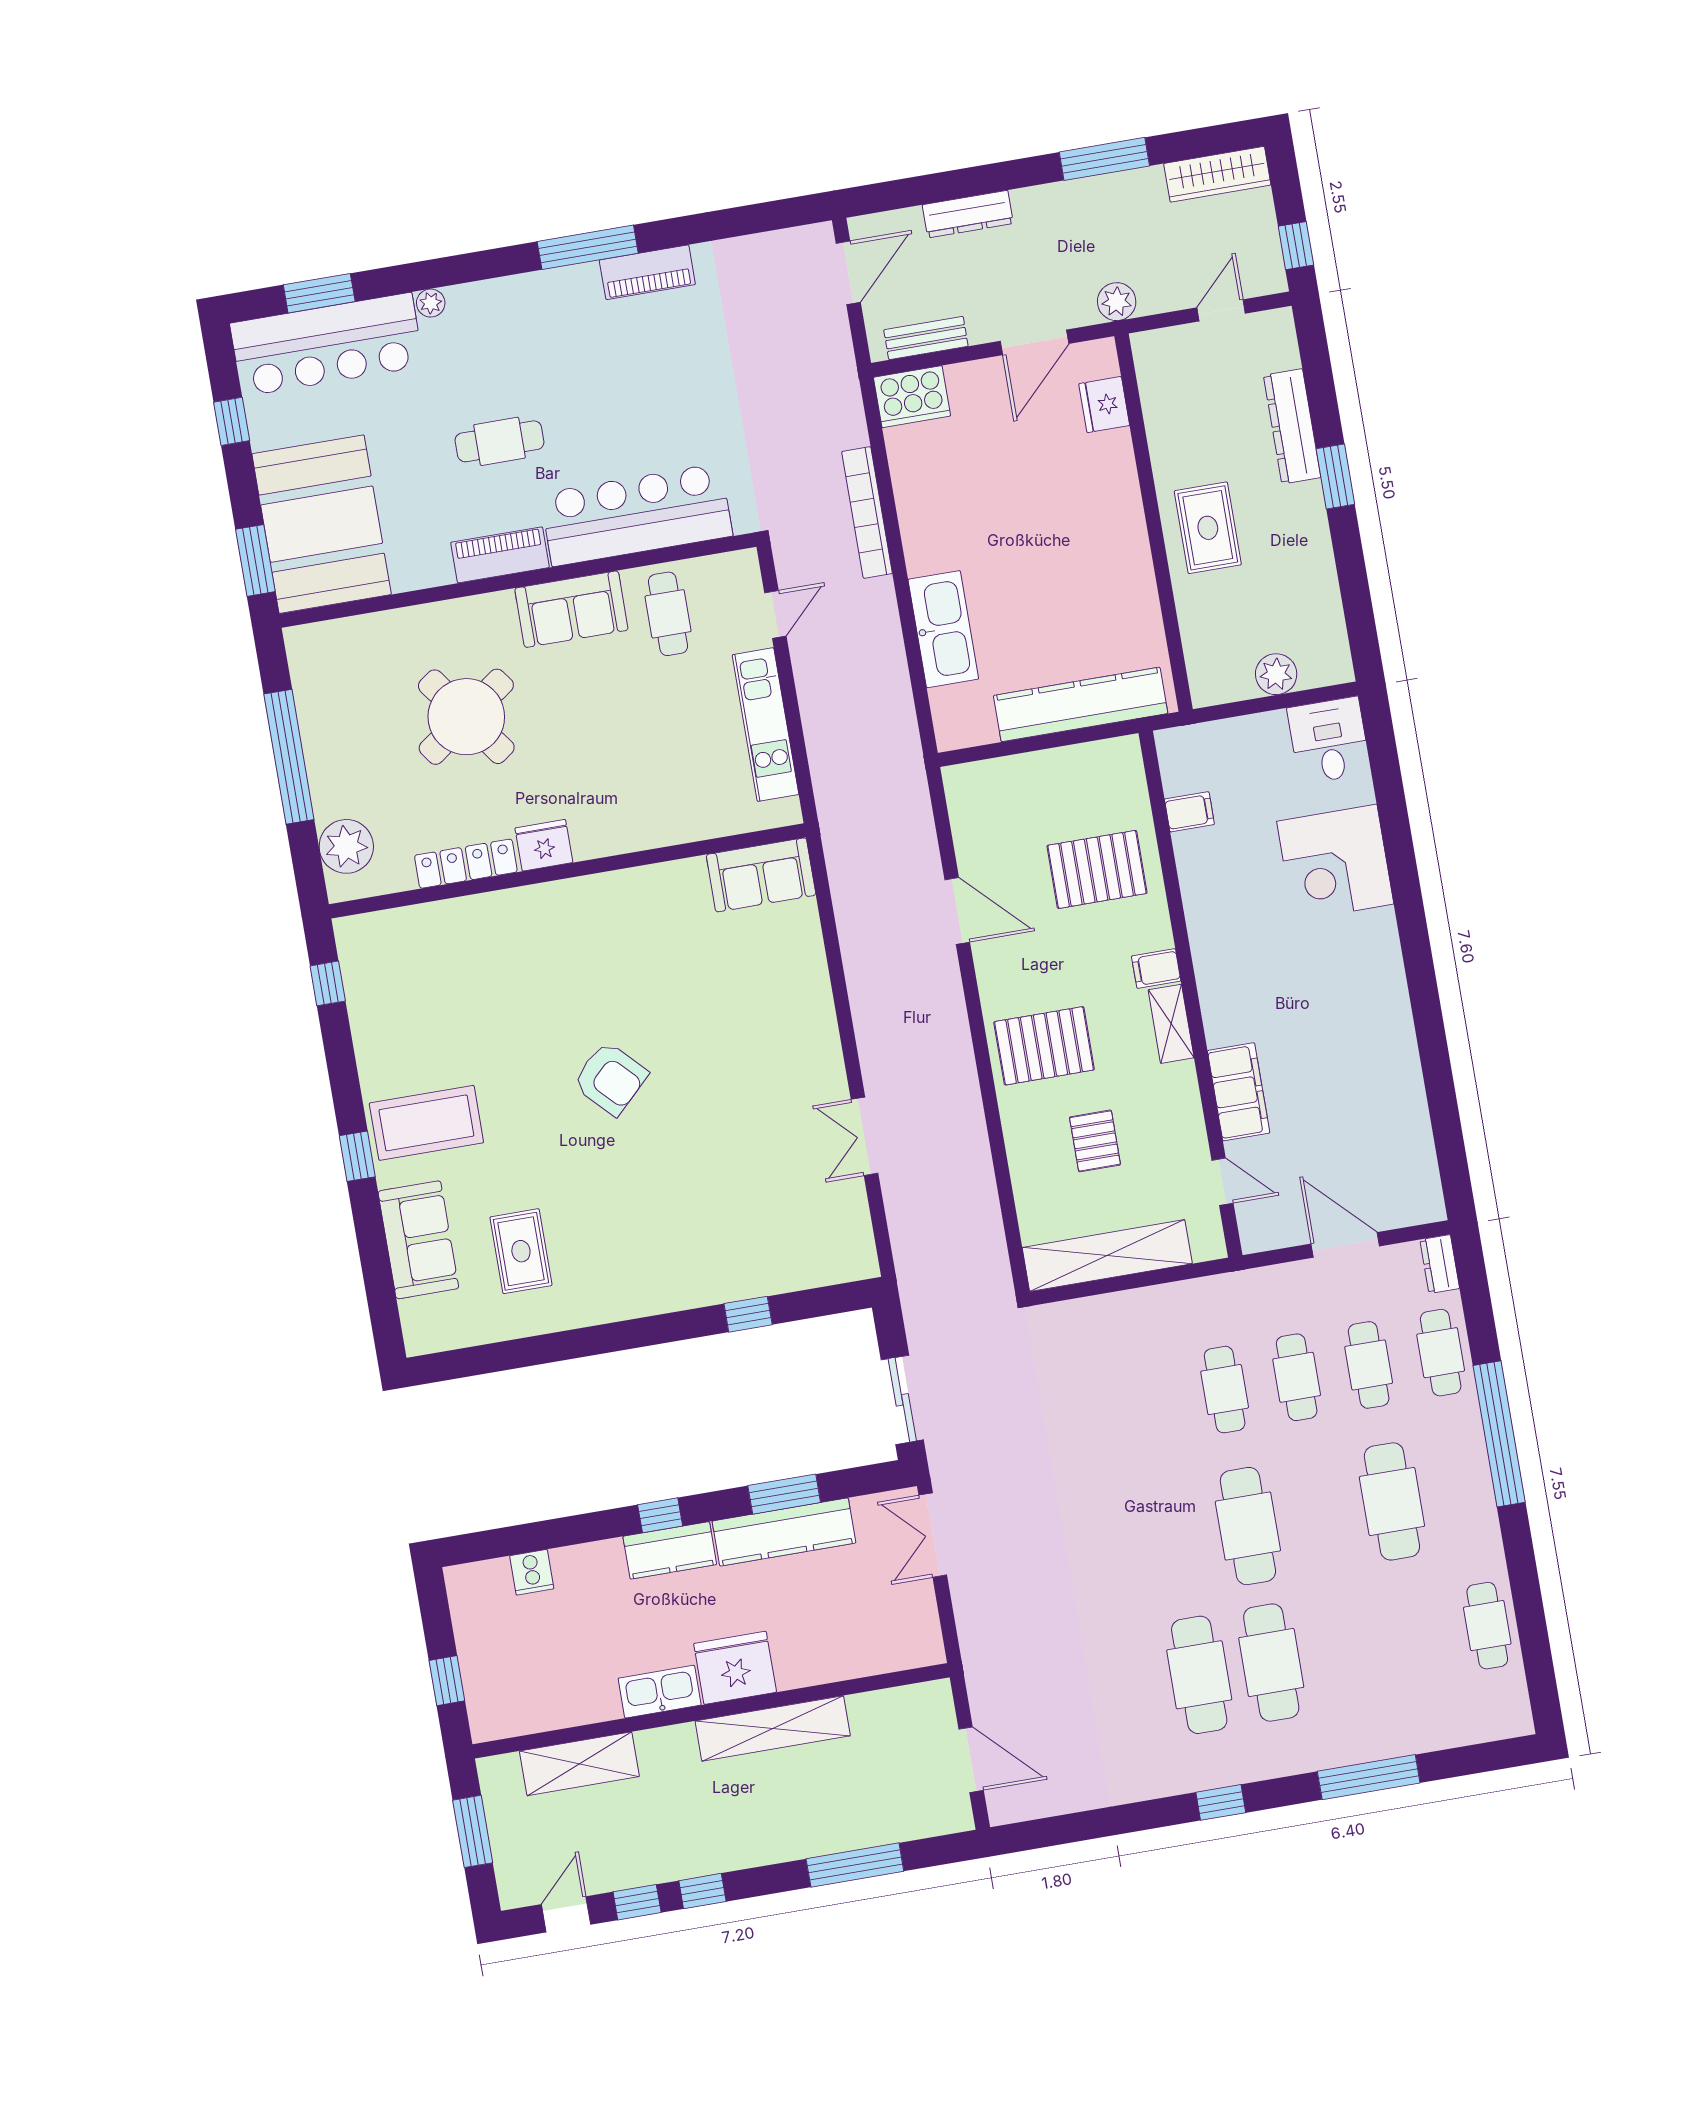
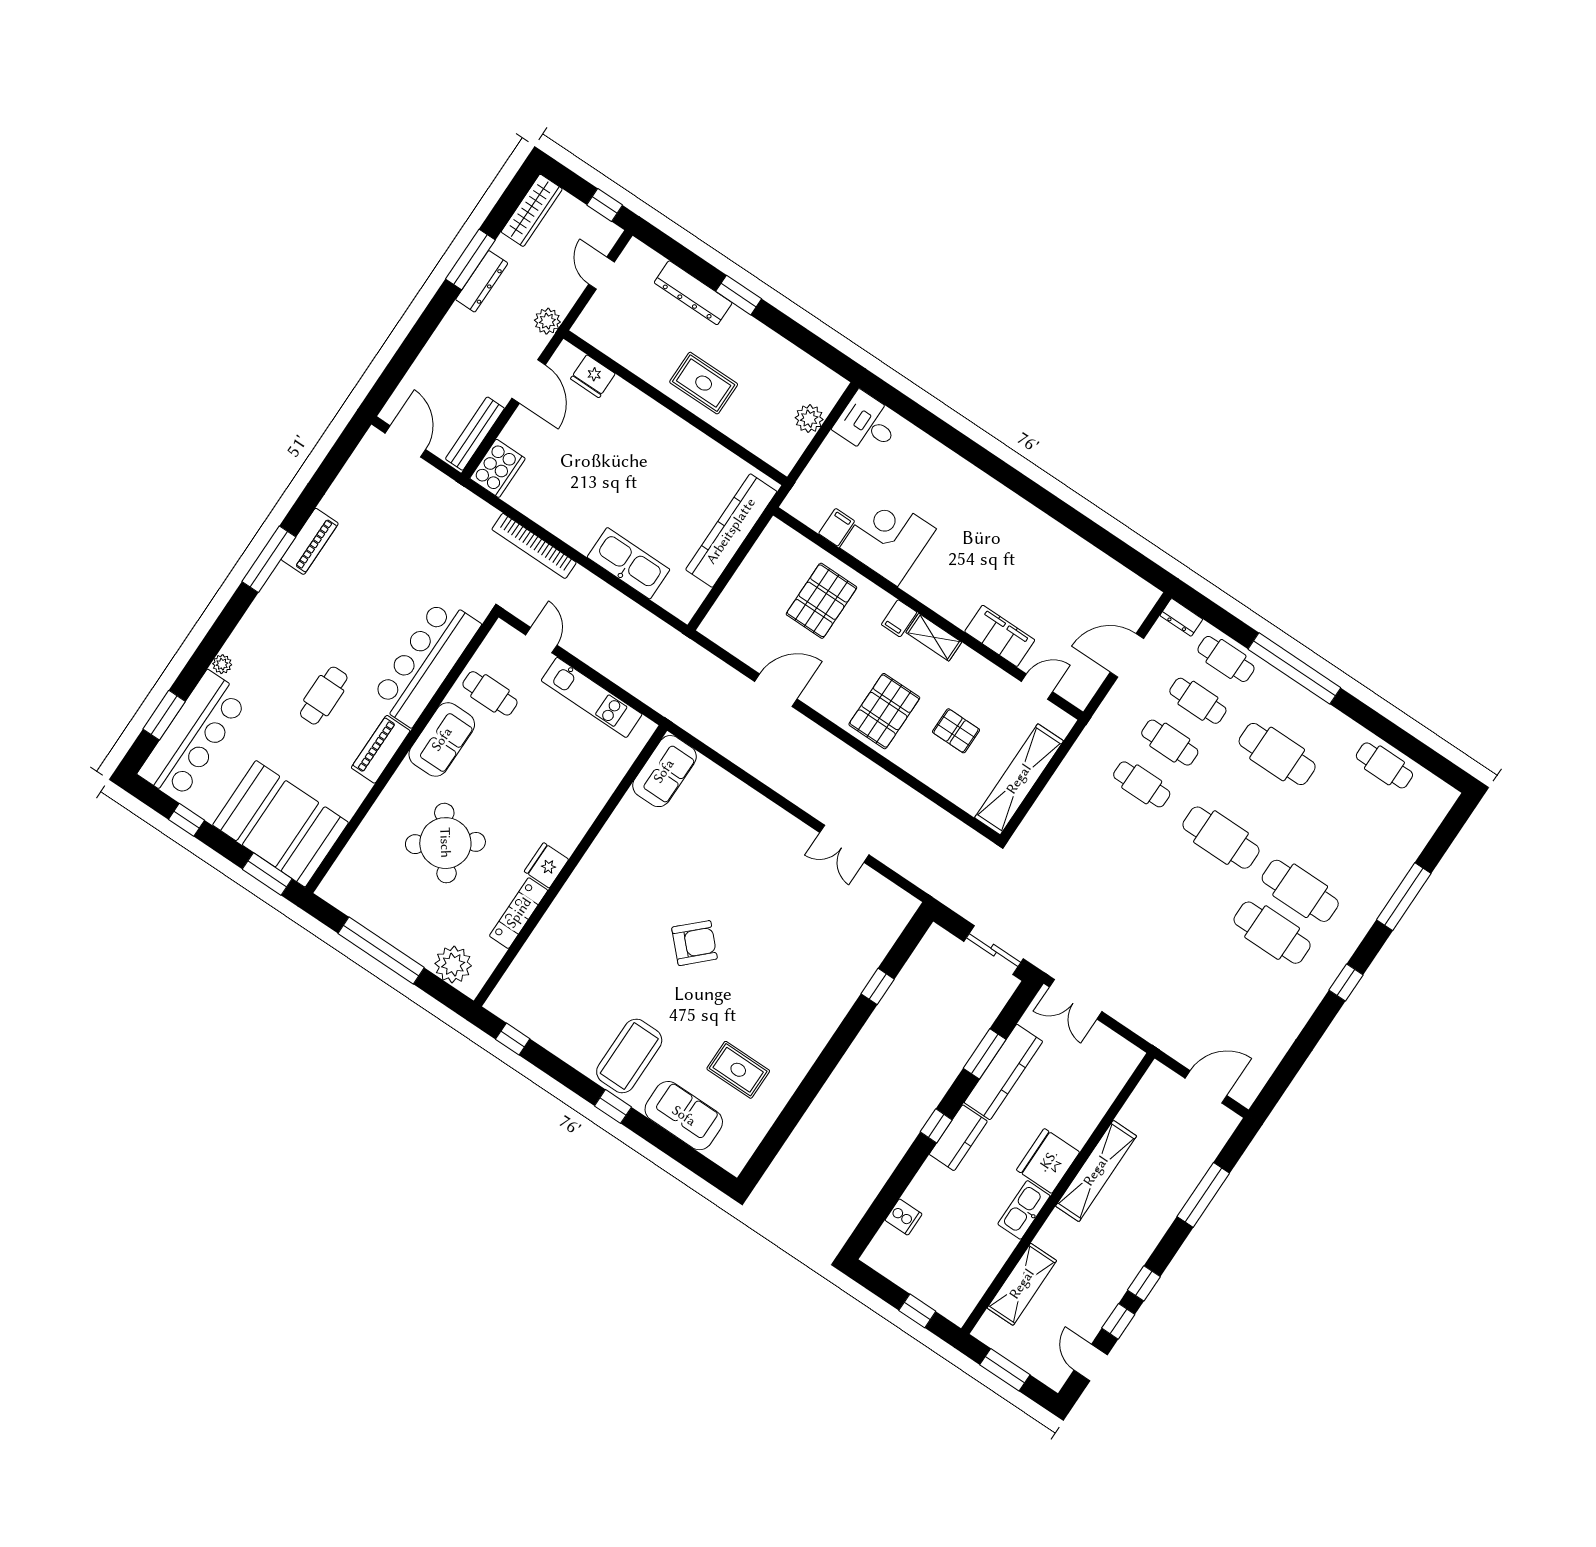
dresser: (968, 214) -> (482, 281), moved
bench: (926, 338) -> (475, 434), width x1.36
corner desk: (1335, 863) -> (888, 538), moved, turned 180

